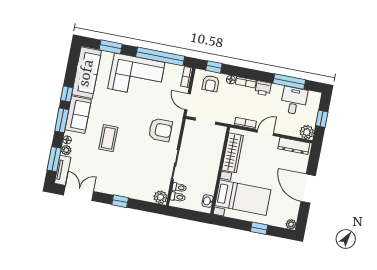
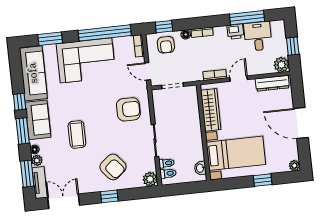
printer: (263, 88) -> (235, 32), moved
armchair: (131, 176) -> (113, 167), added

